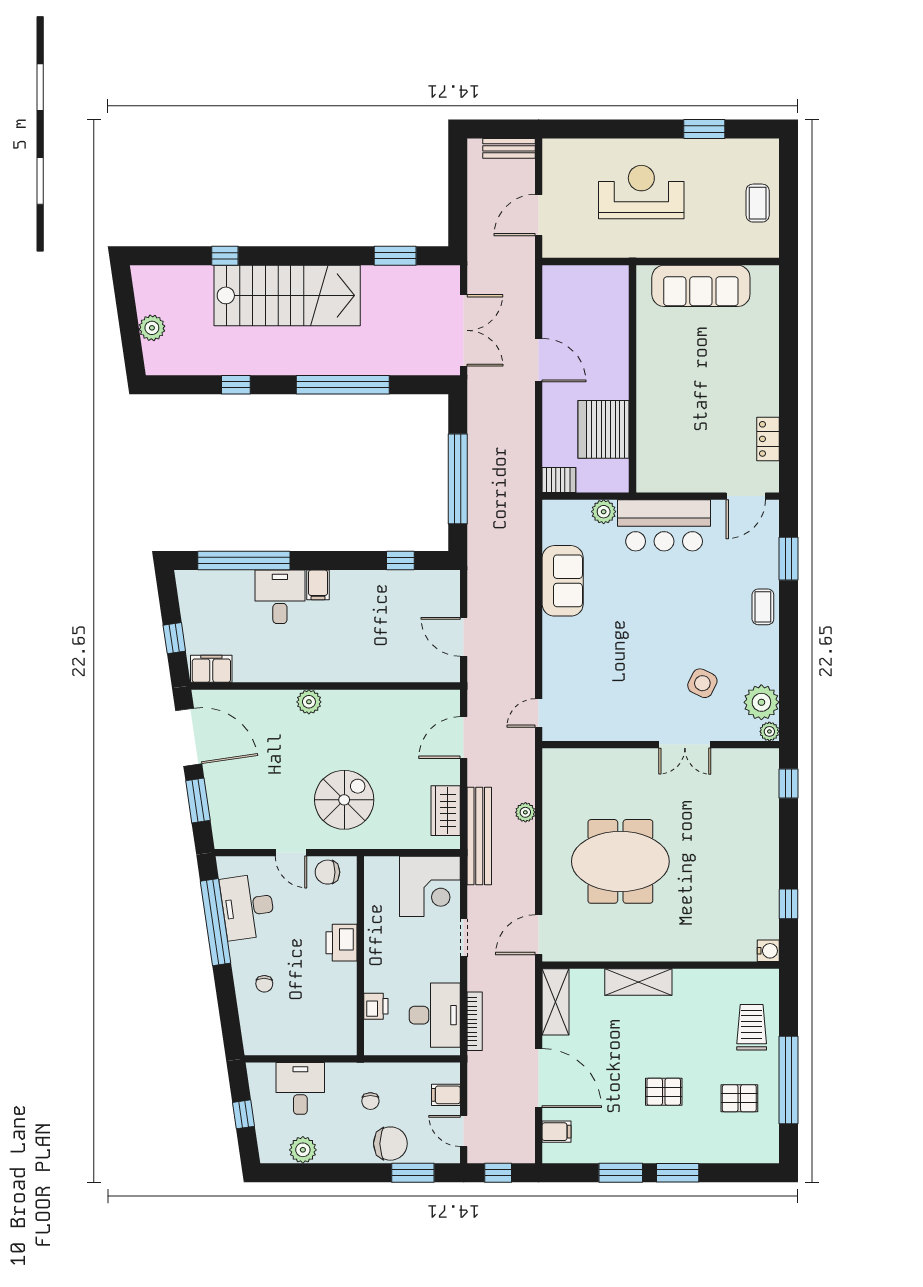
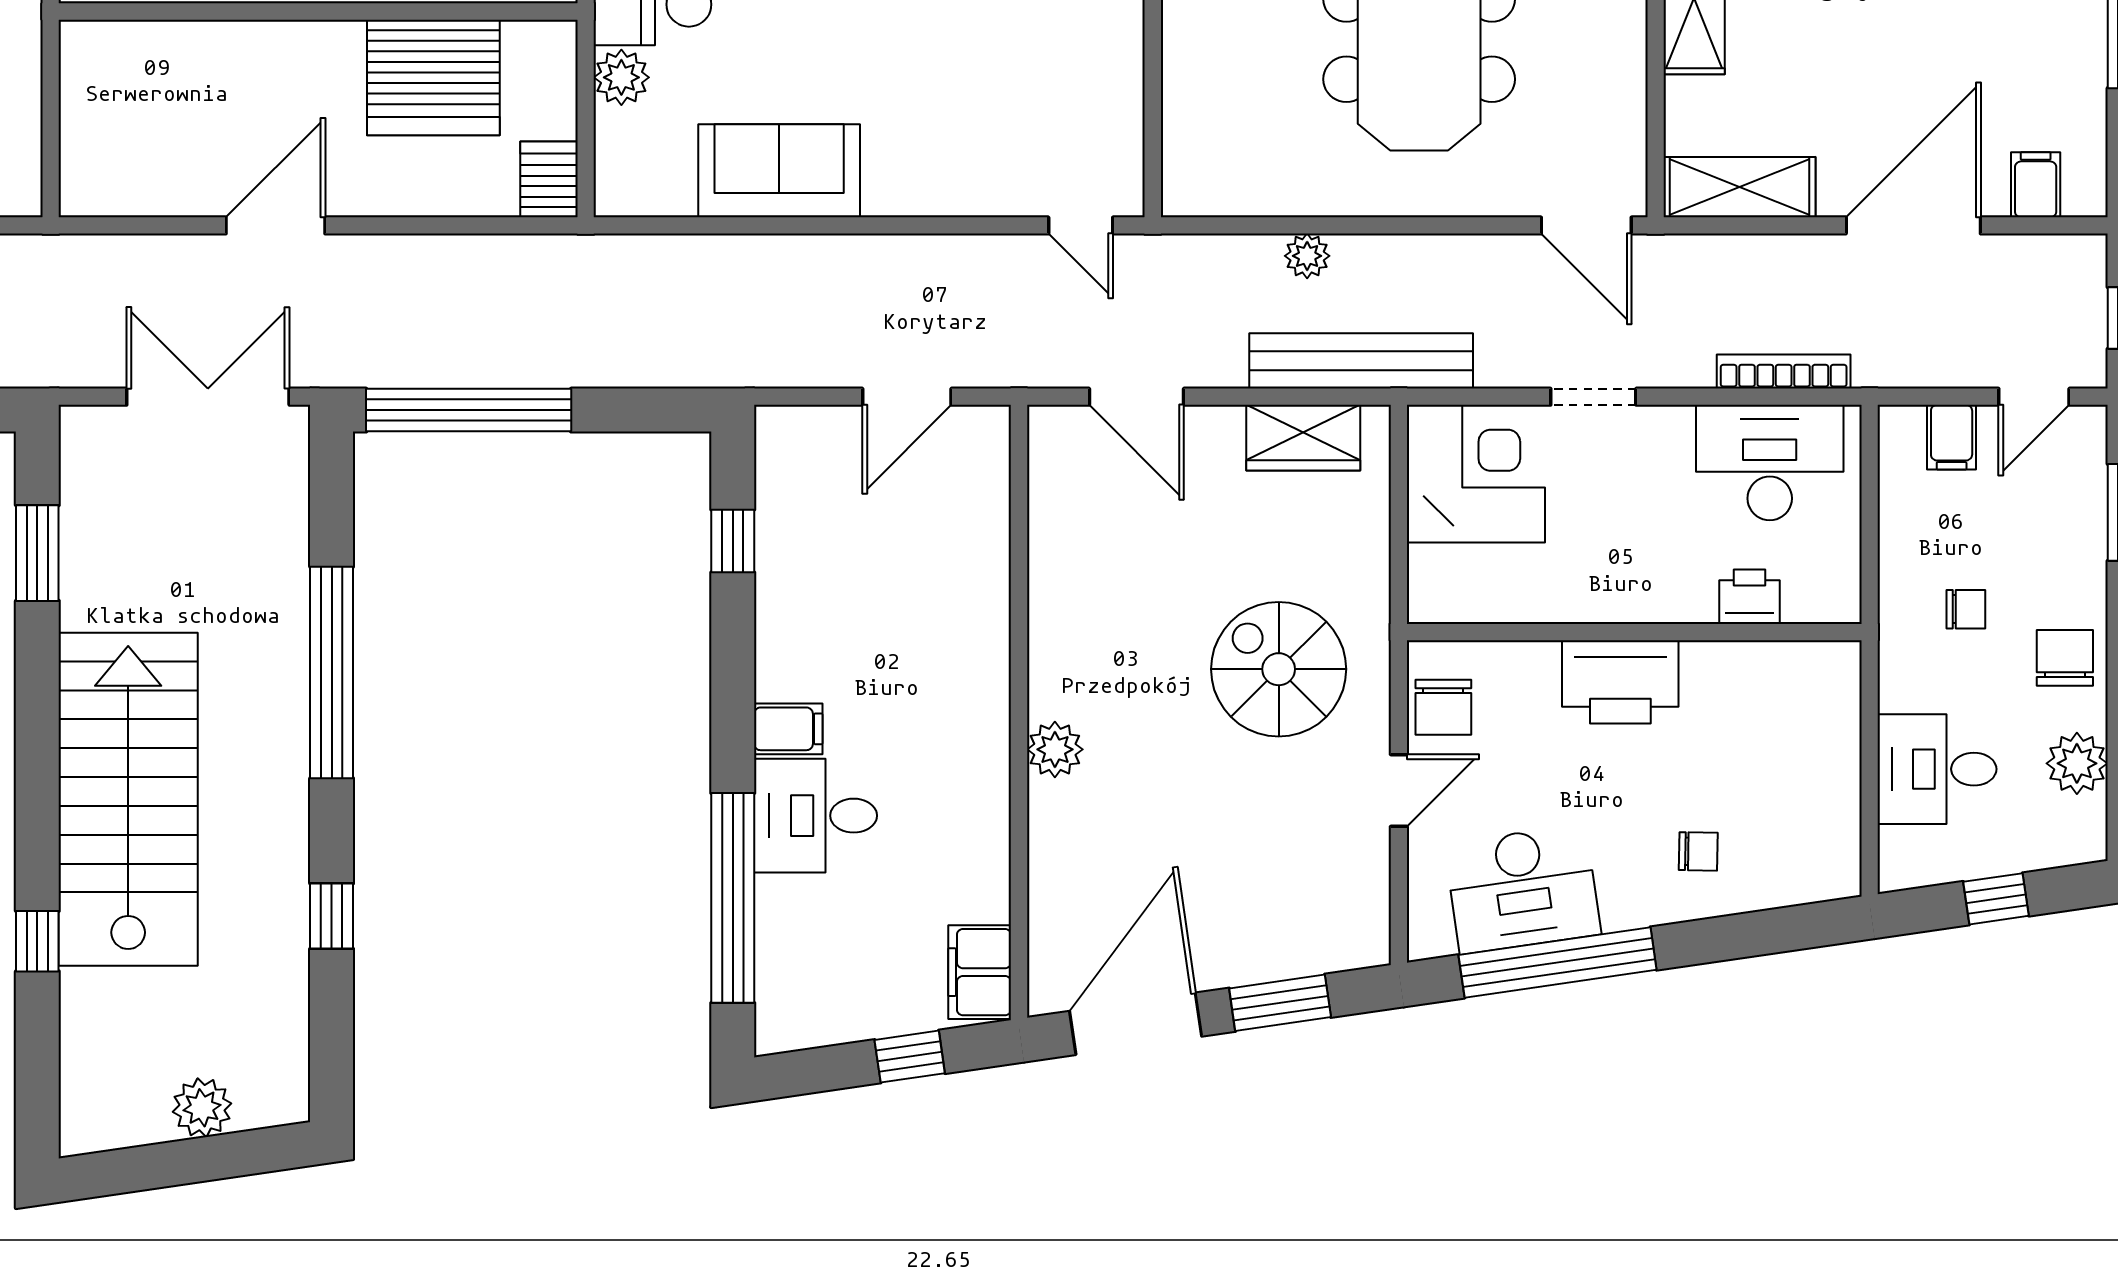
window: (458, 479) -> (469, 410), moved
printer: (342, 943) -> (1620, 682), width x1.37, depth x1.19
chair: (390, 1144) -> (2065, 658), moved, width x0.73, depth x0.73

